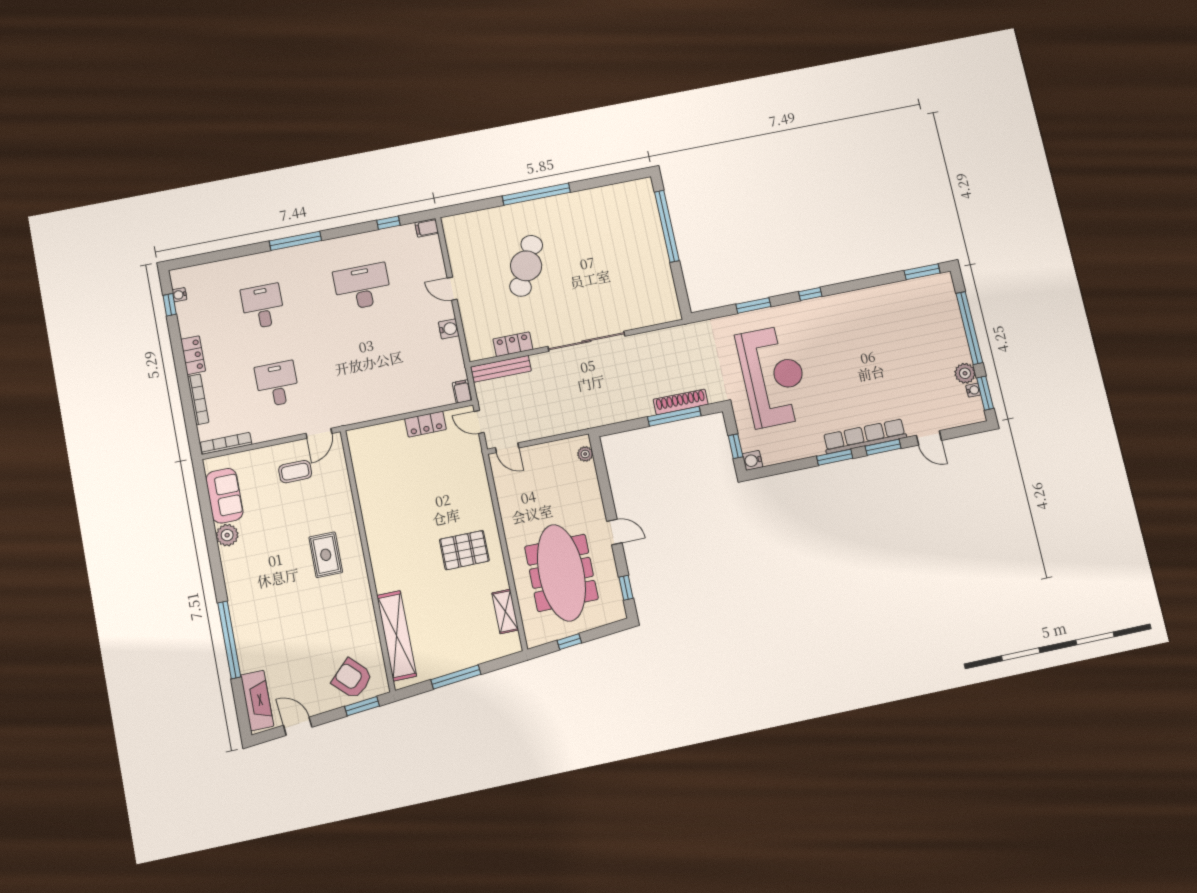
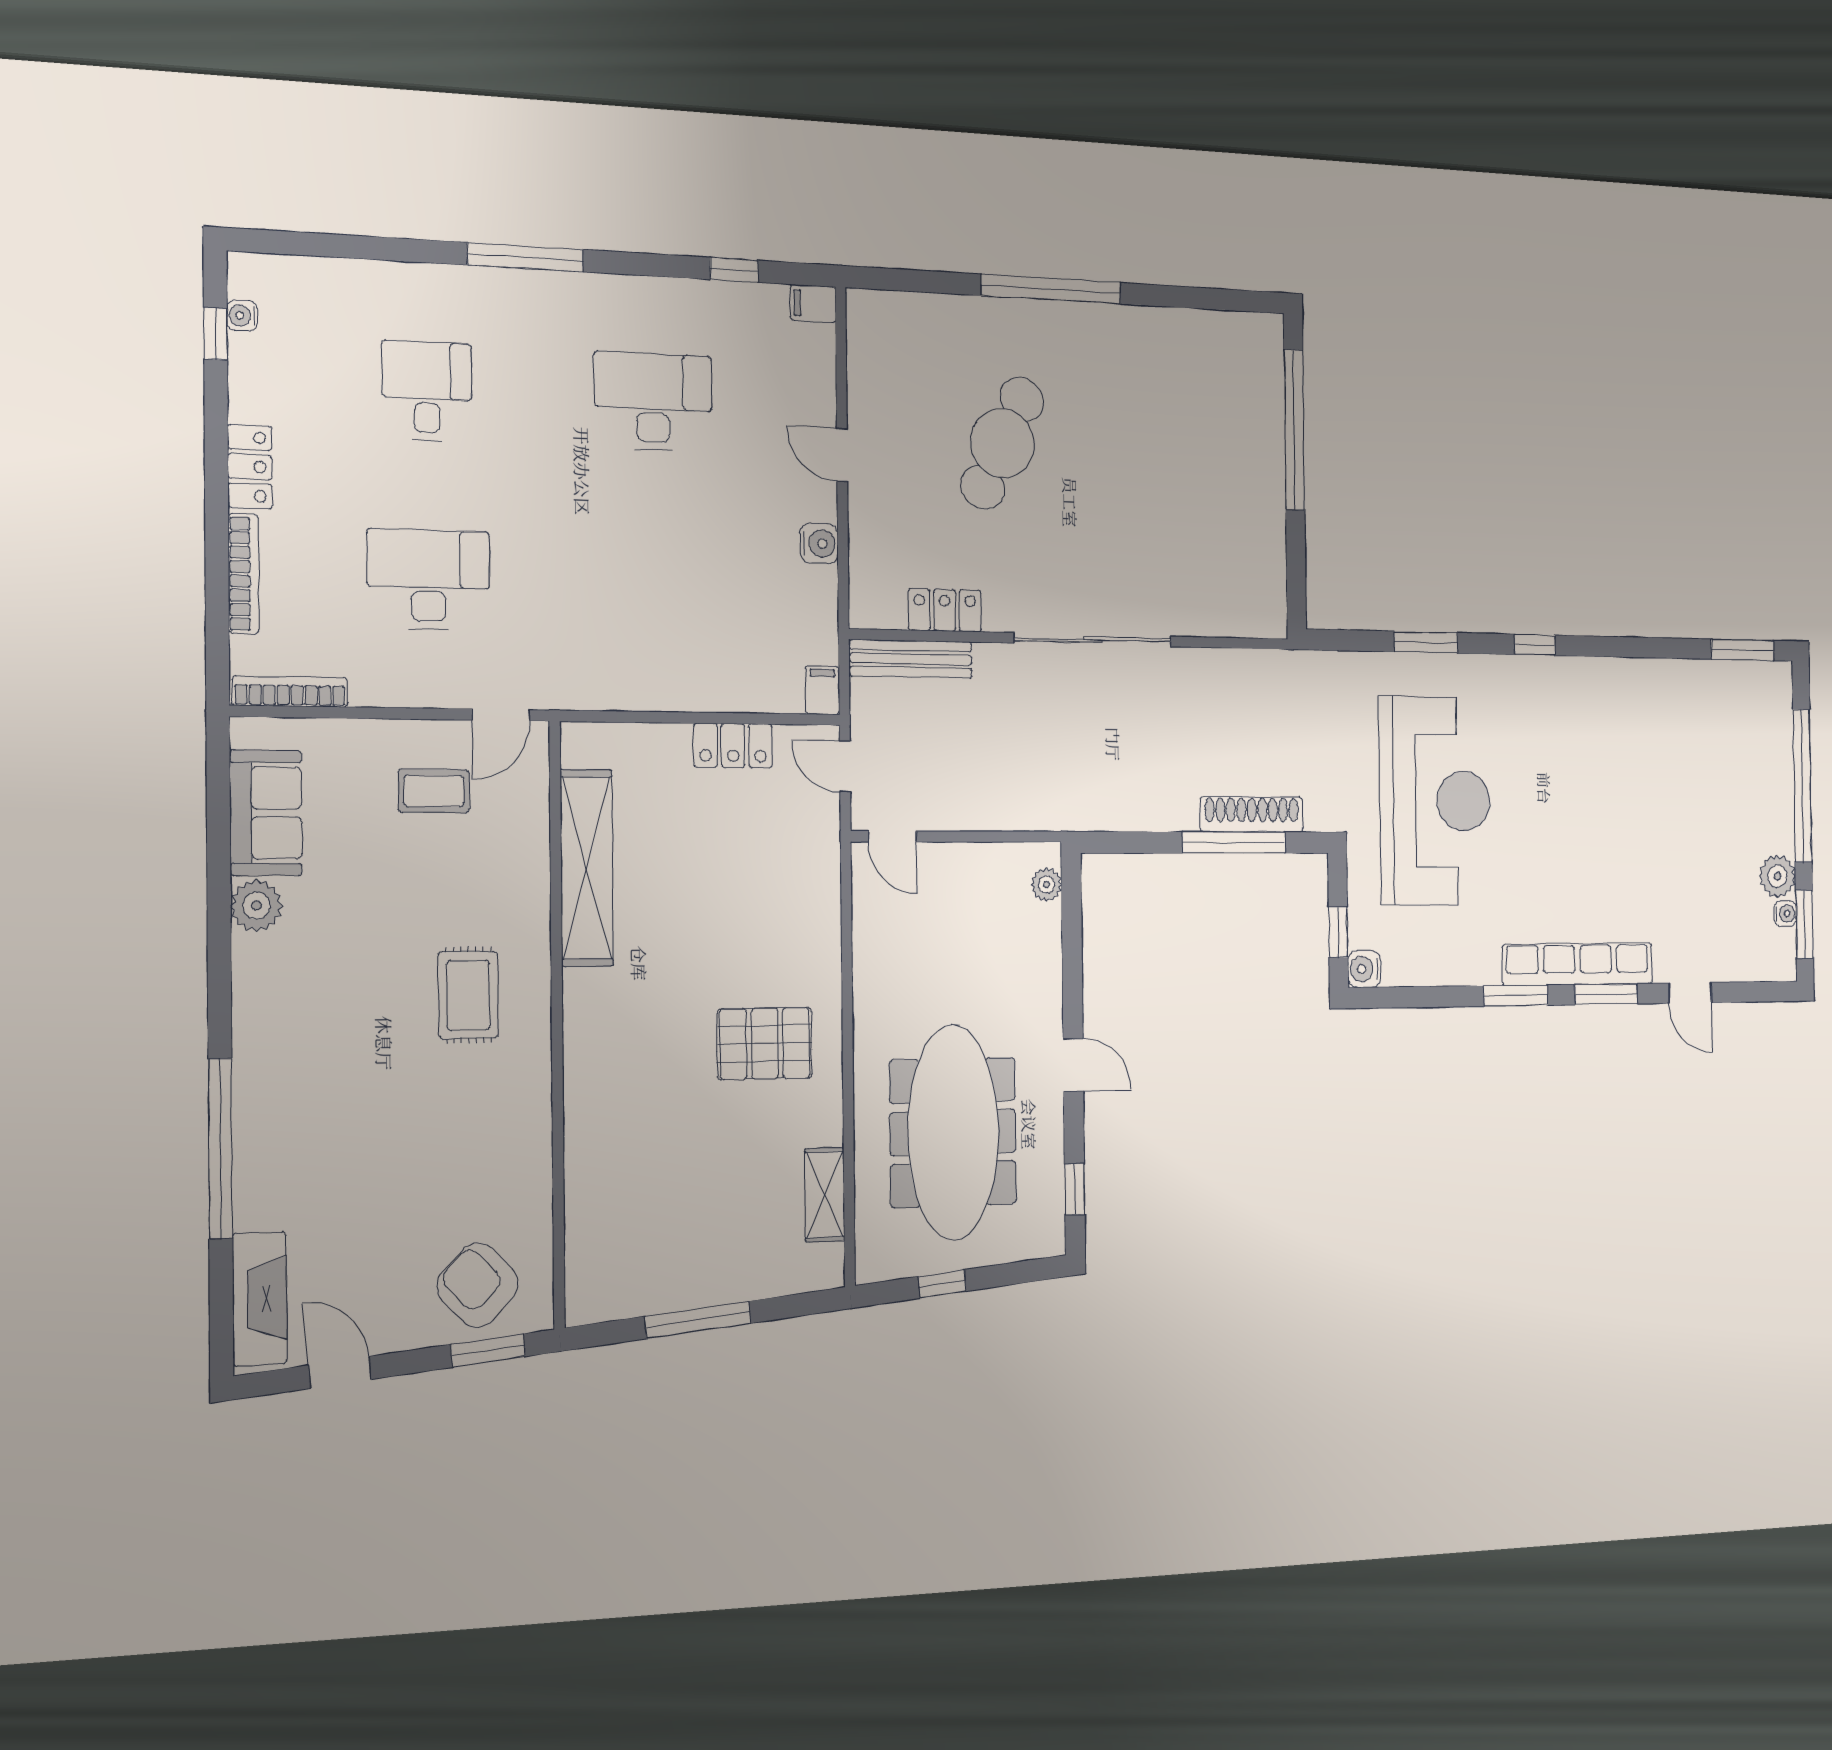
desk: (277, 384) -> (428, 579), width x1.37
shelving: (397, 636) -> (587, 868), moved

